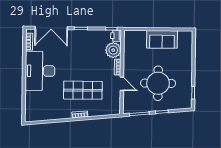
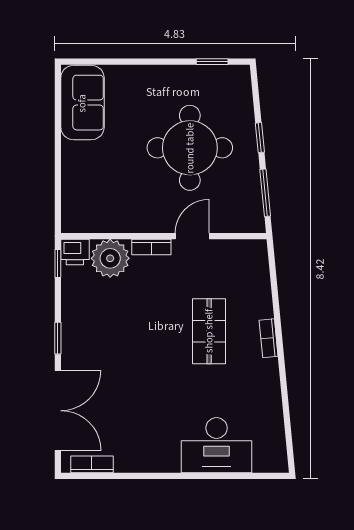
sofa: (162, 39) -> (82, 103), moved
desk: (40, 71) -> (217, 445), moved, width x0.73, depth x0.77
shop shelf: (83, 90) -> (209, 331), width x0.70, depth x0.74

